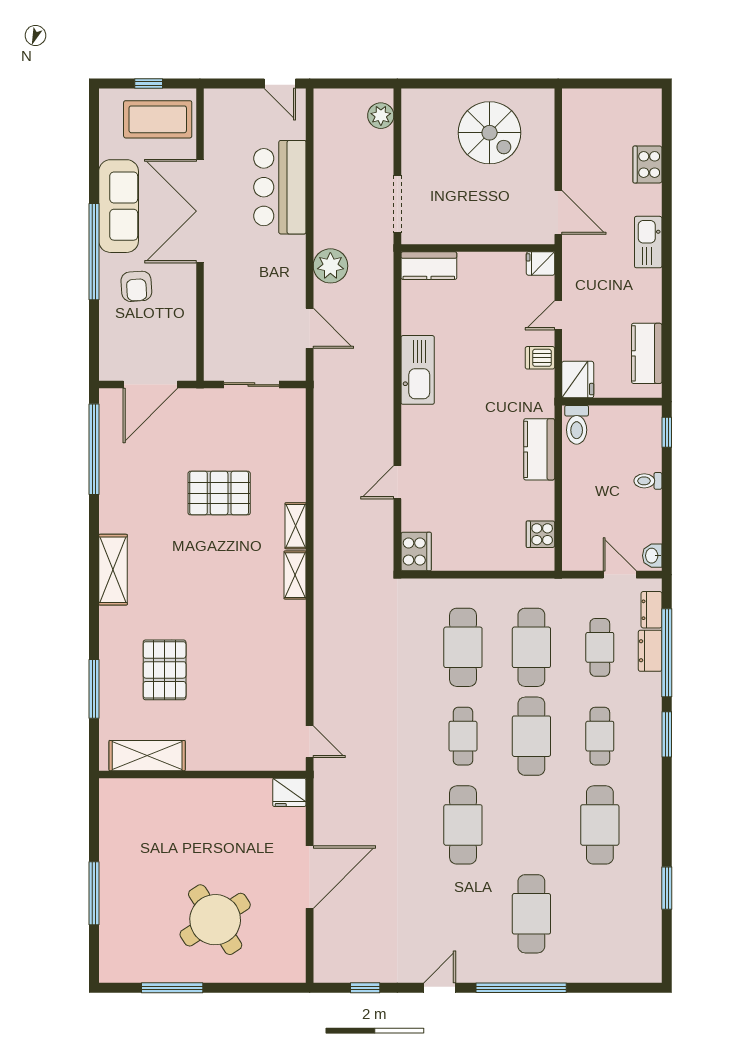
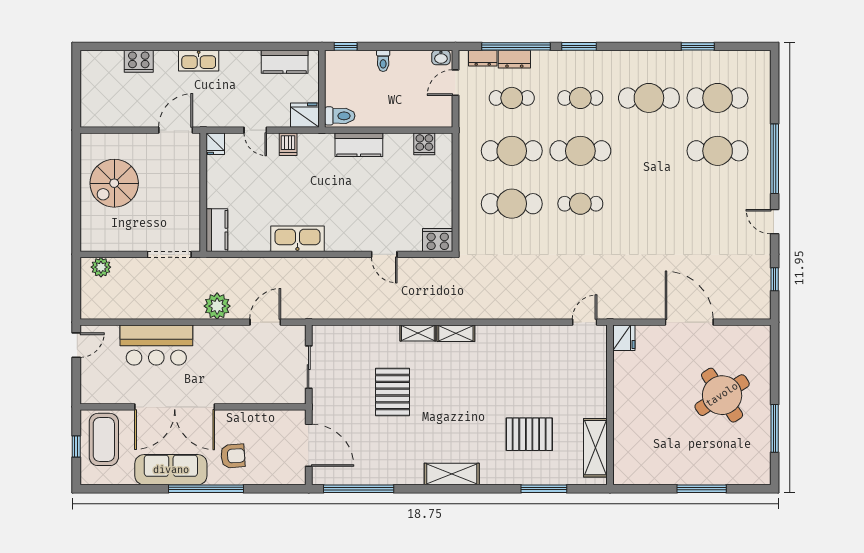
spiral stairs: (490, 133) -> (114, 183), turned 180
cafe table: (463, 825) -> (718, 98), moved

